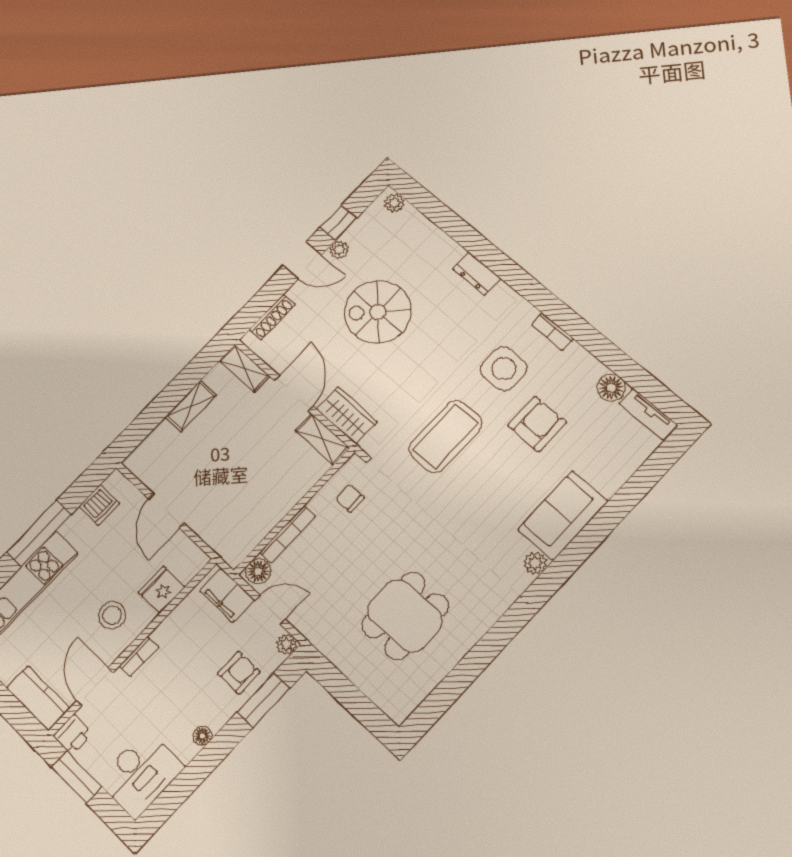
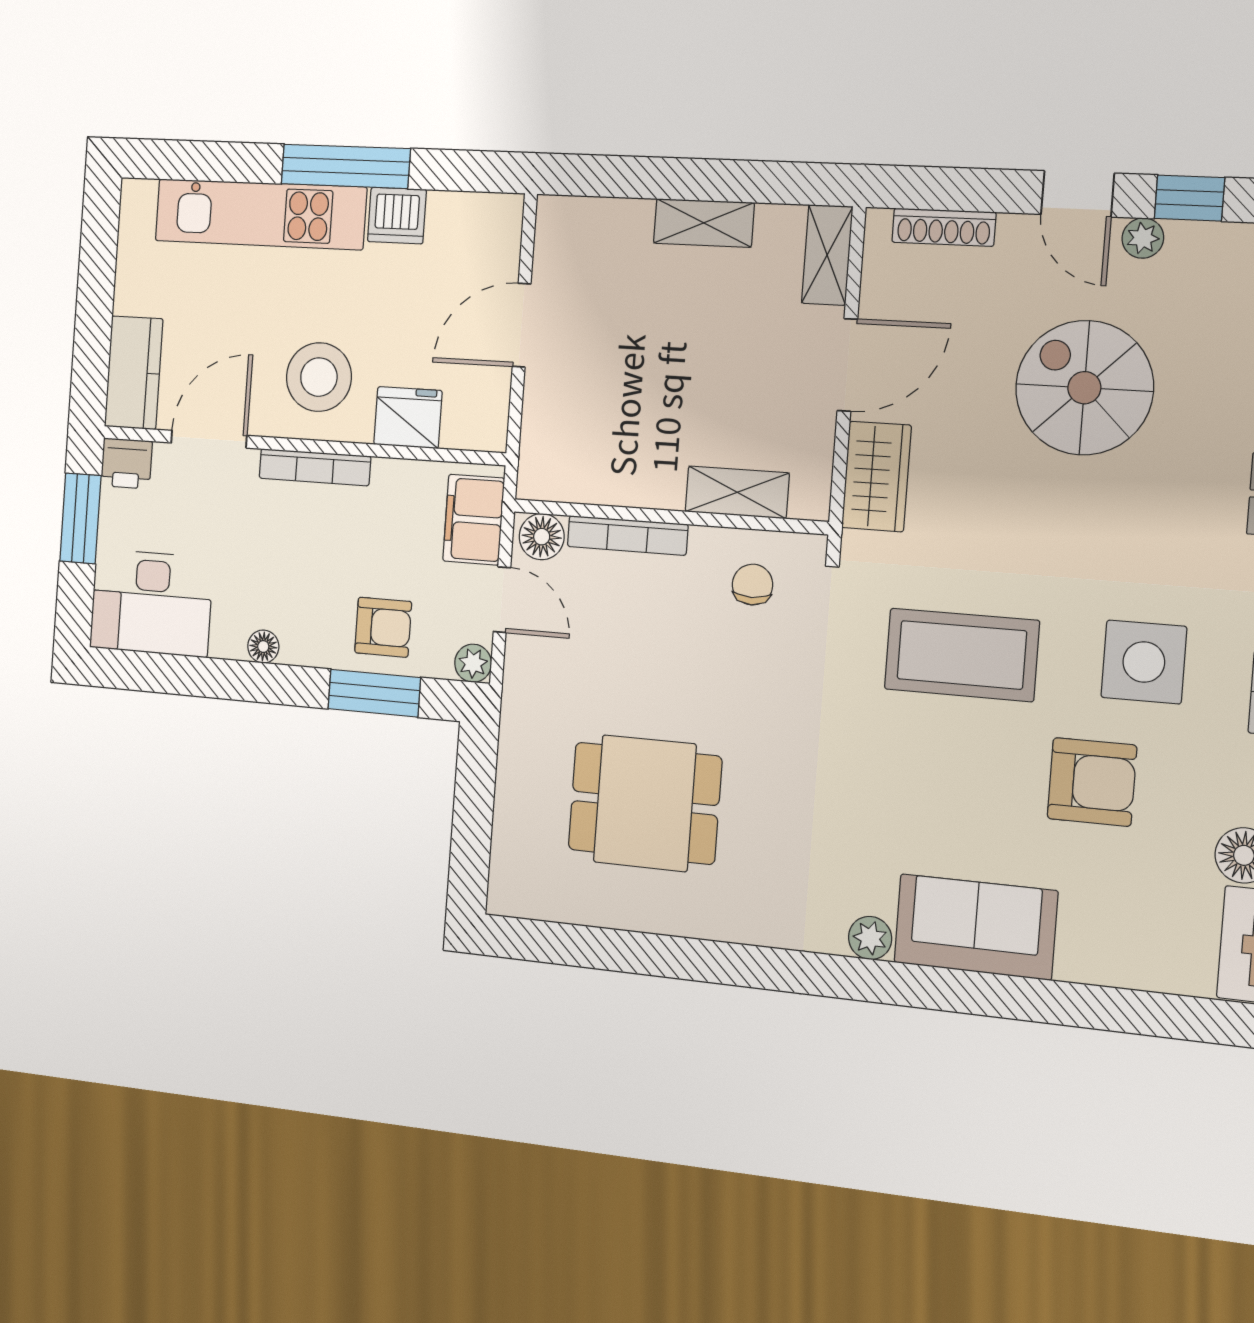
shelving: (322, 439) -> (737, 492), moved, turned 90
dishwasher: (99, 505) -> (397, 216), moved
stool: (112, 615) -> (319, 377), width x1.38, depth x1.38
bookcase: (139, 656) -> (315, 467), width x1.56

